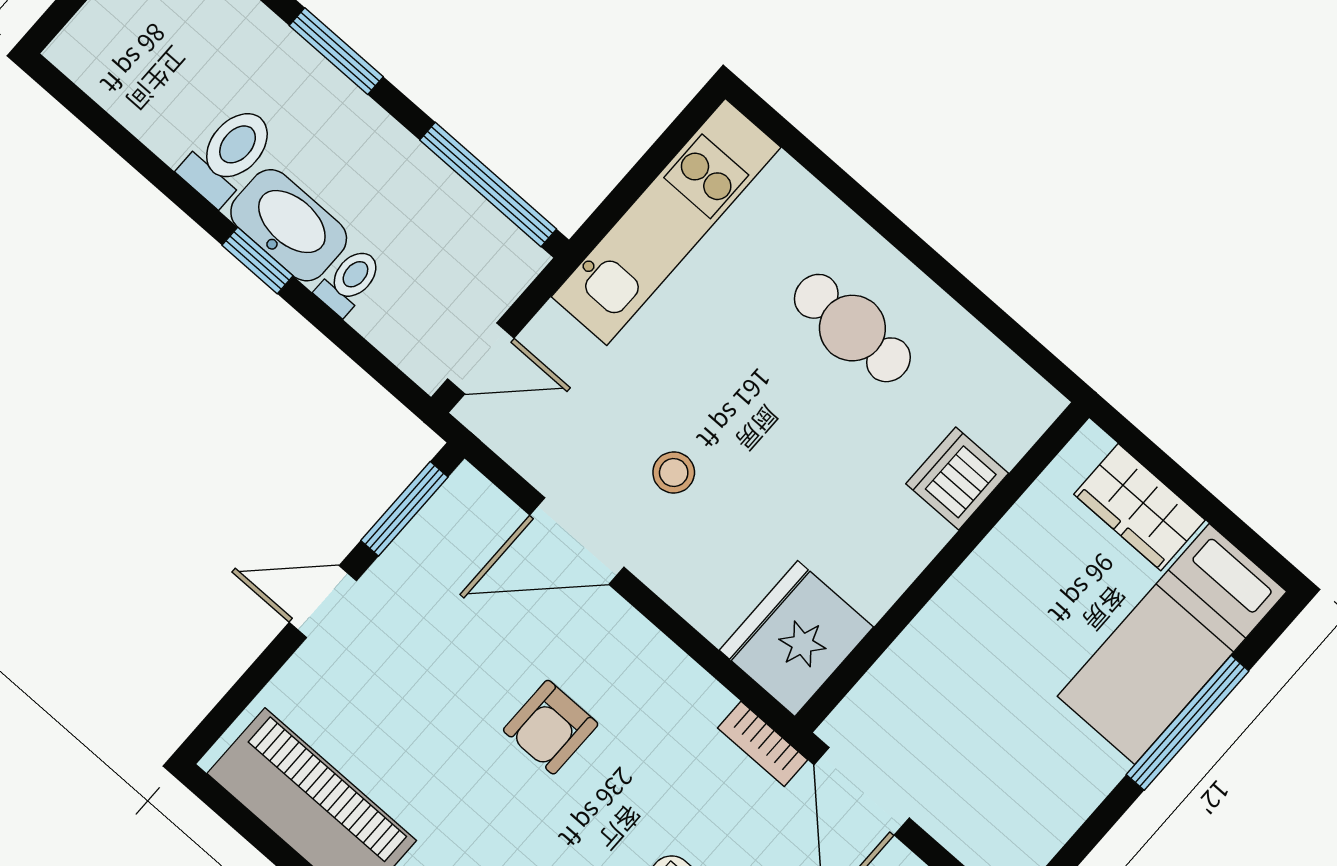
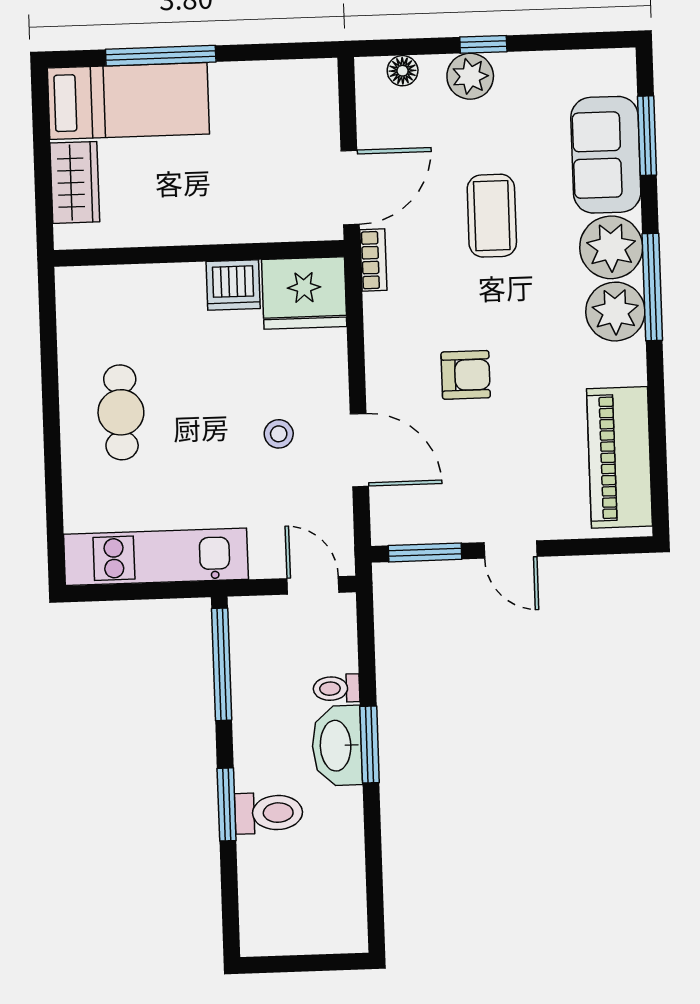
toilet: (229, 155) -> (269, 813), moved, turned 180
window: (258, 261) -> (370, 745), width x1.50
dishwasher: (957, 479) -> (233, 285), moved

